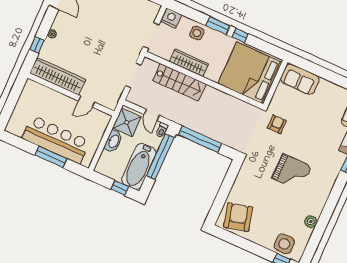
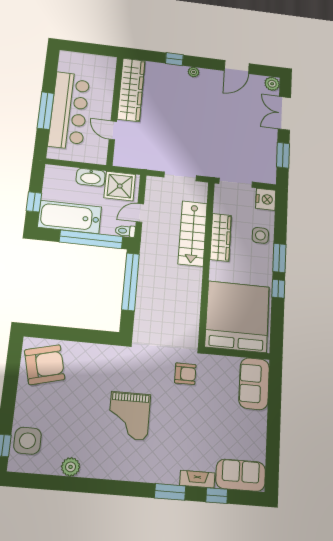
wardrobe: (58, 76) -> (131, 90), moved
wall: (71, 95) -> (115, 110), moved
door: (87, 102) -> (113, 130), moved

